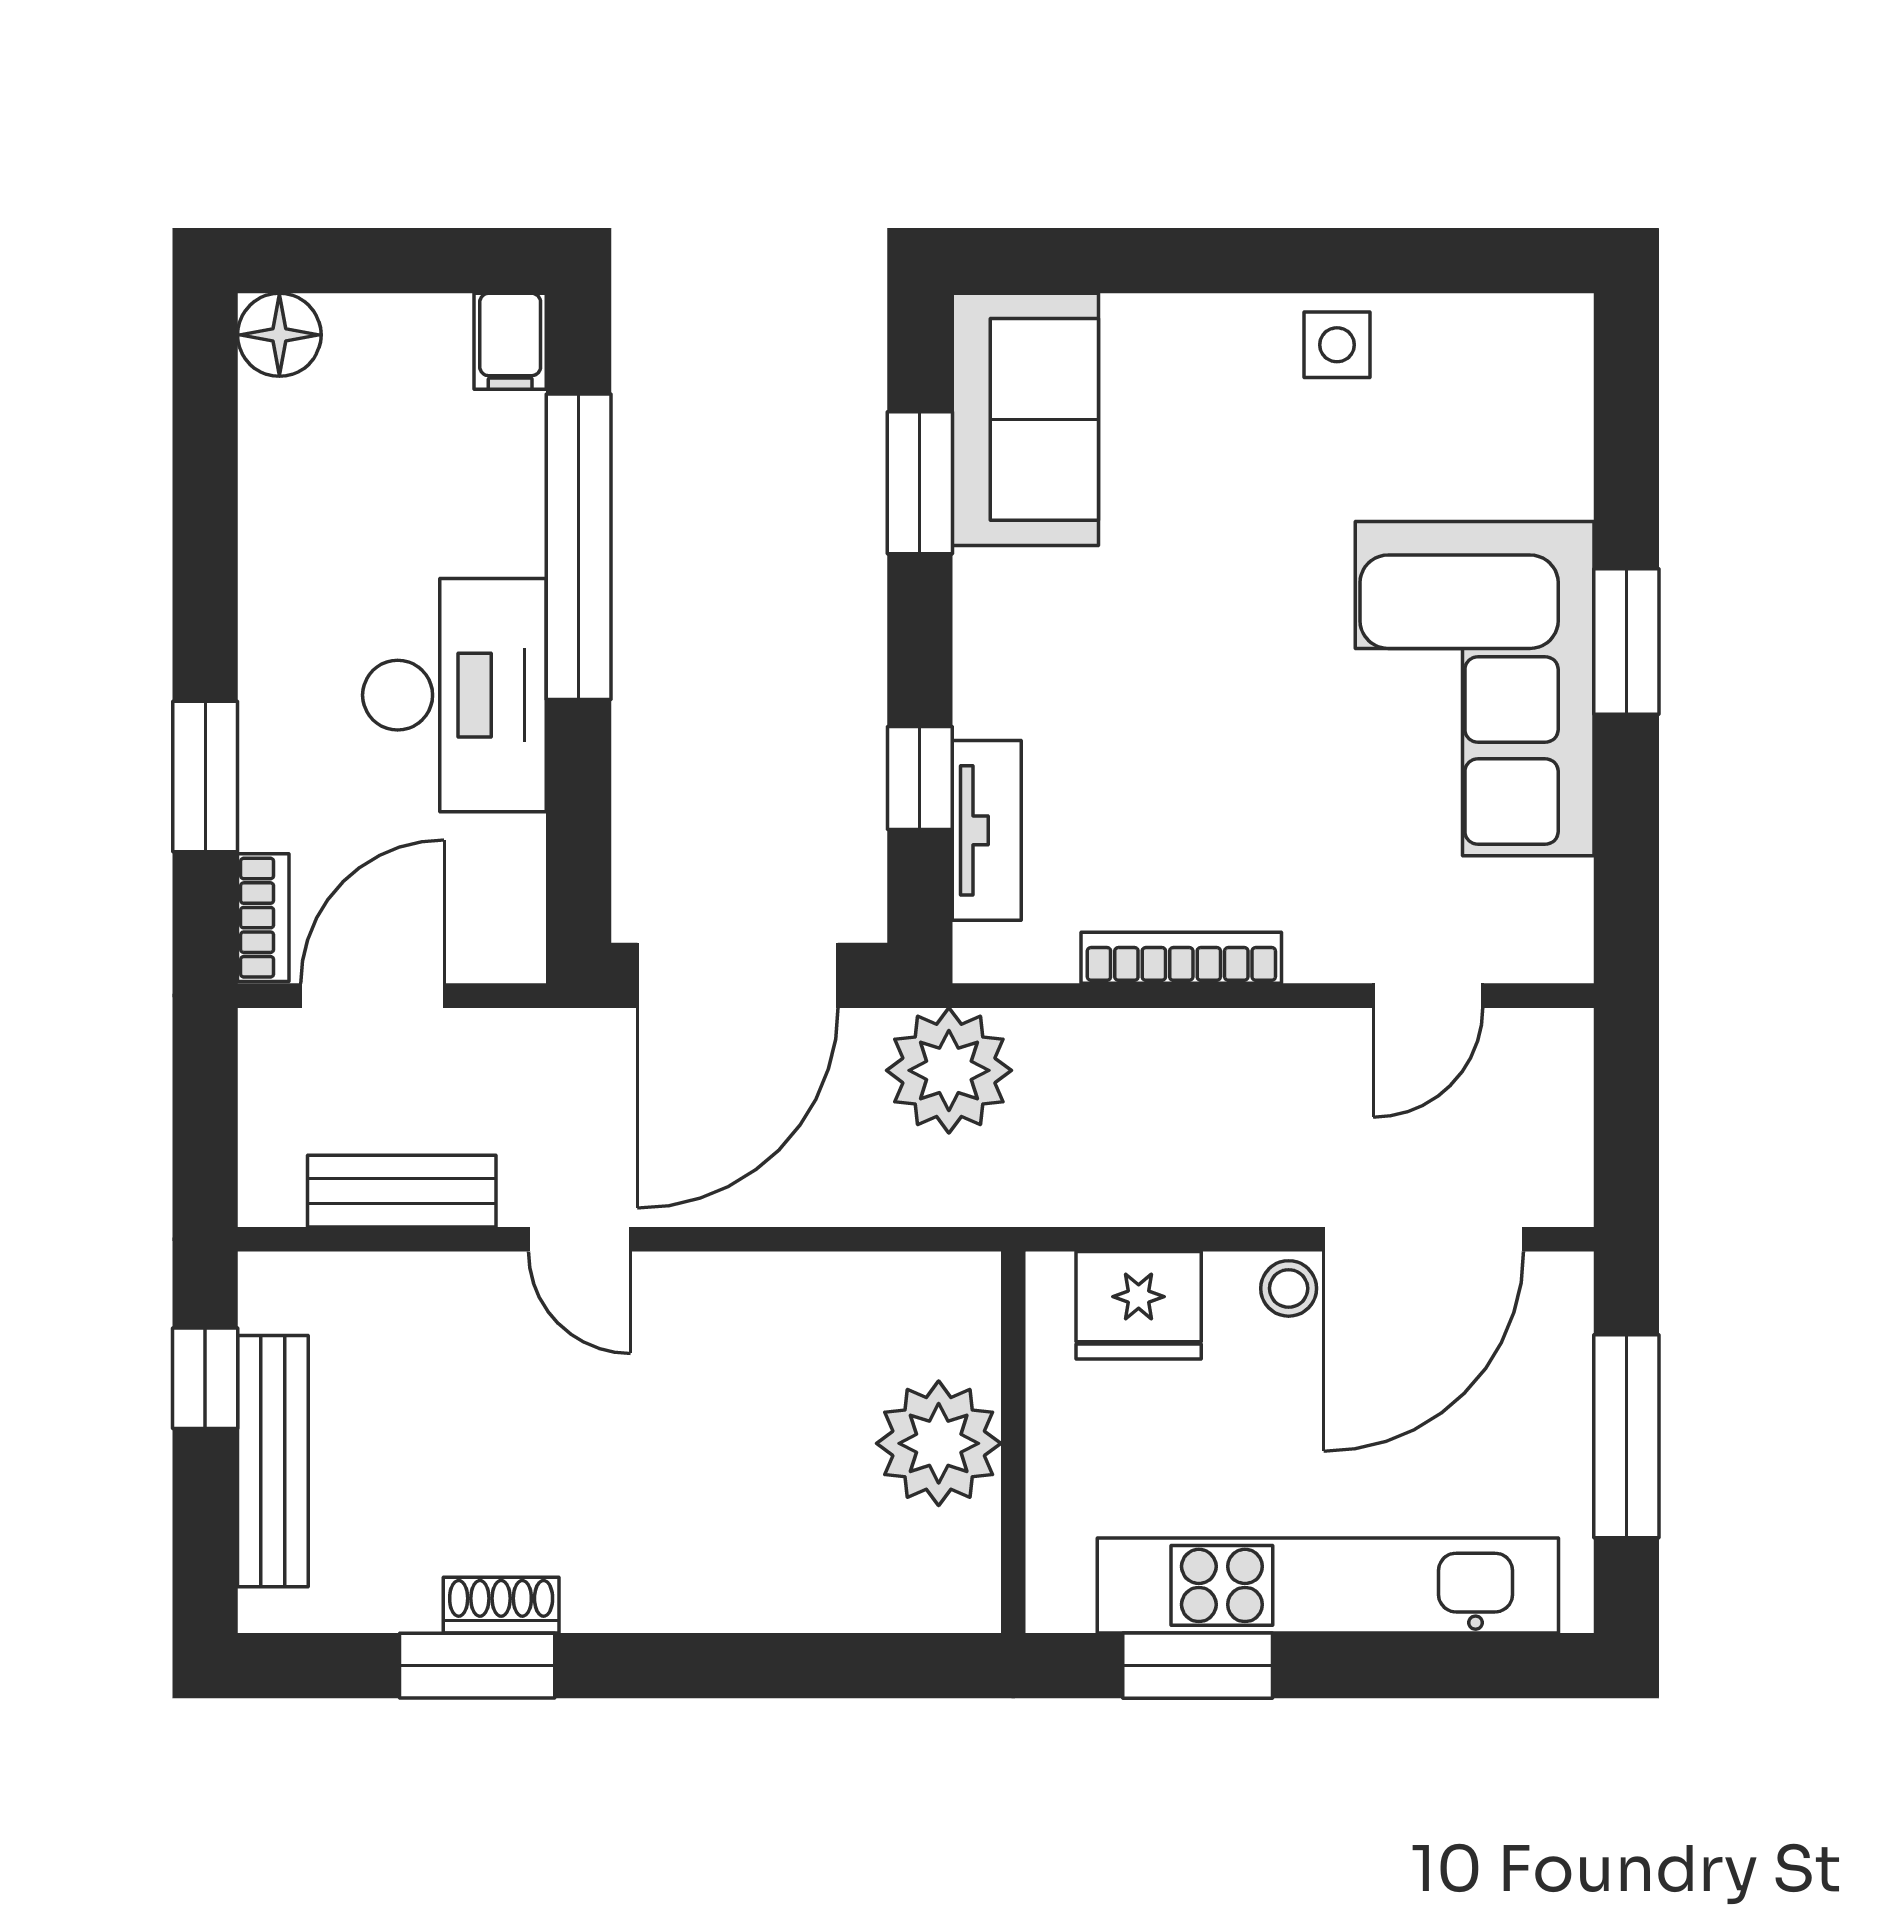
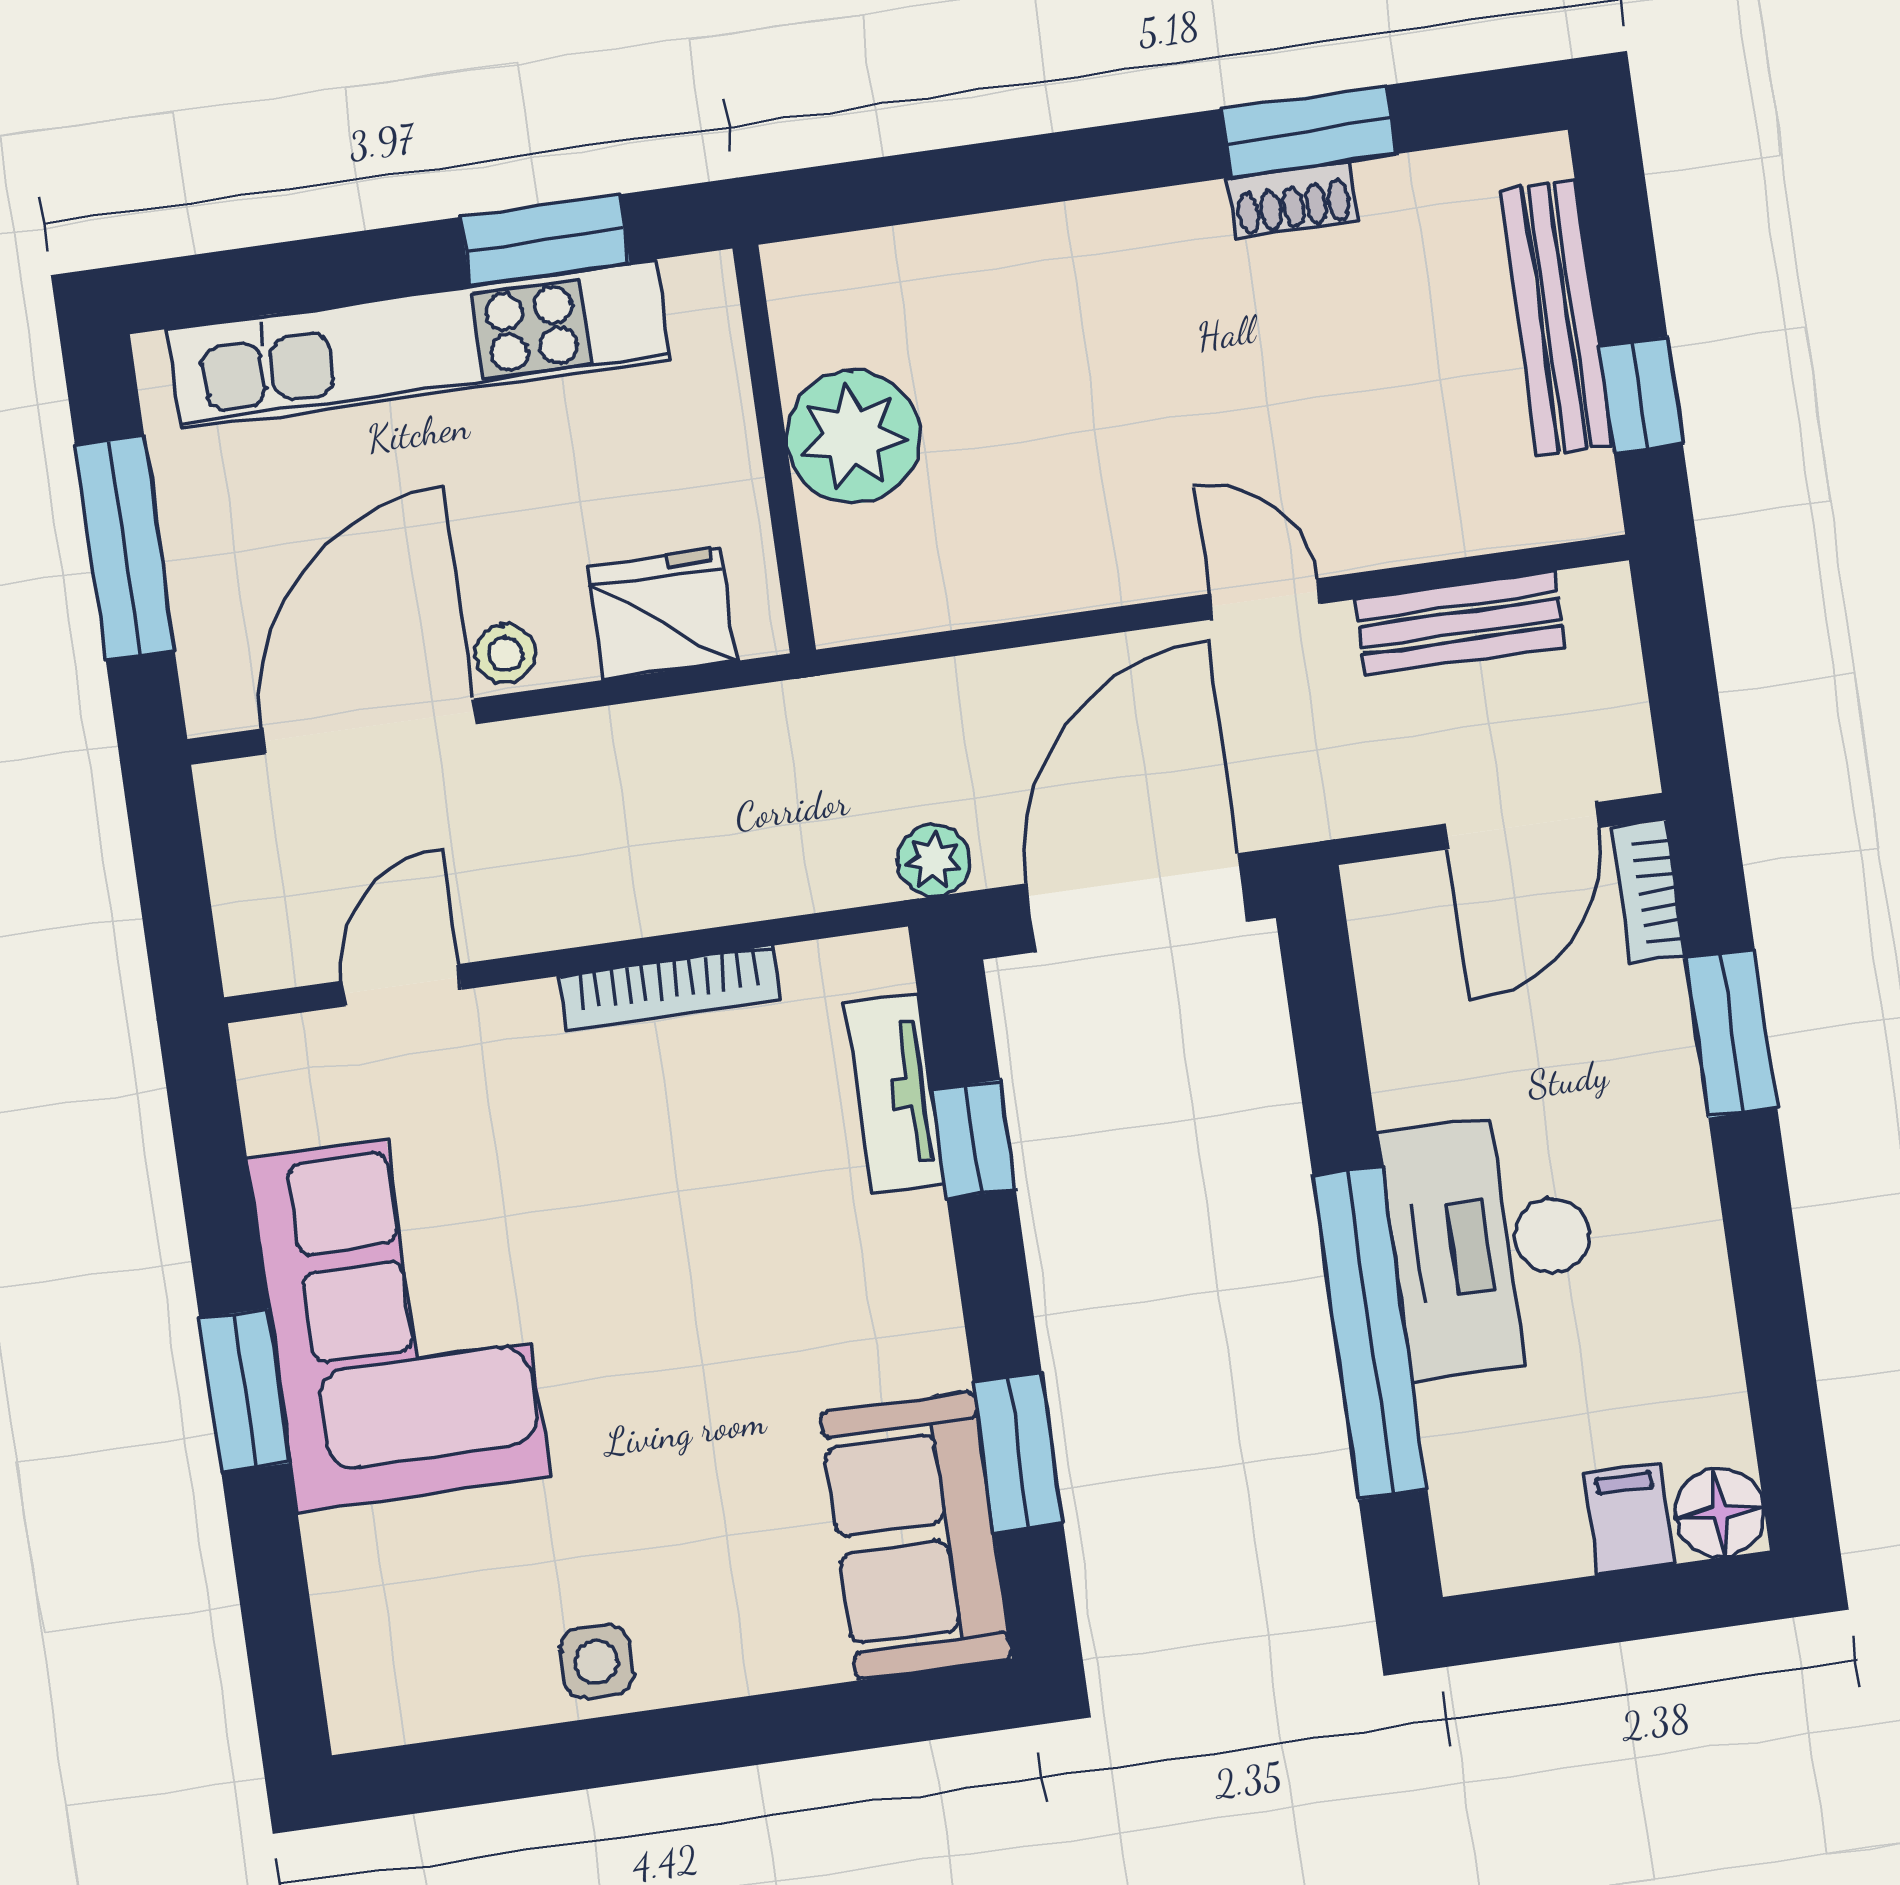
filing cabinet: (510, 341) -> (1629, 1518), moved
desk: (454, 695) -> (1492, 1244), moved
plant: (949, 1070) -> (934, 860), width x0.53, depth x0.53

